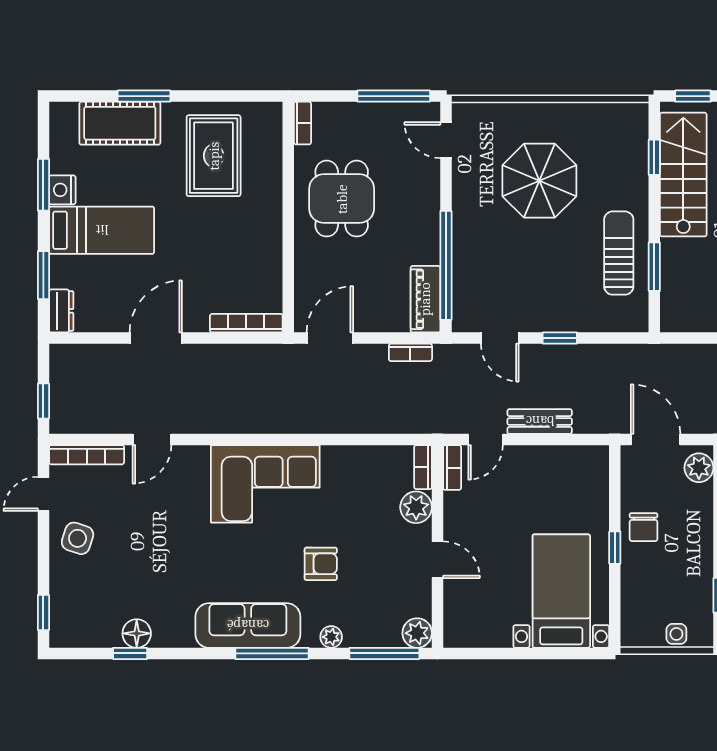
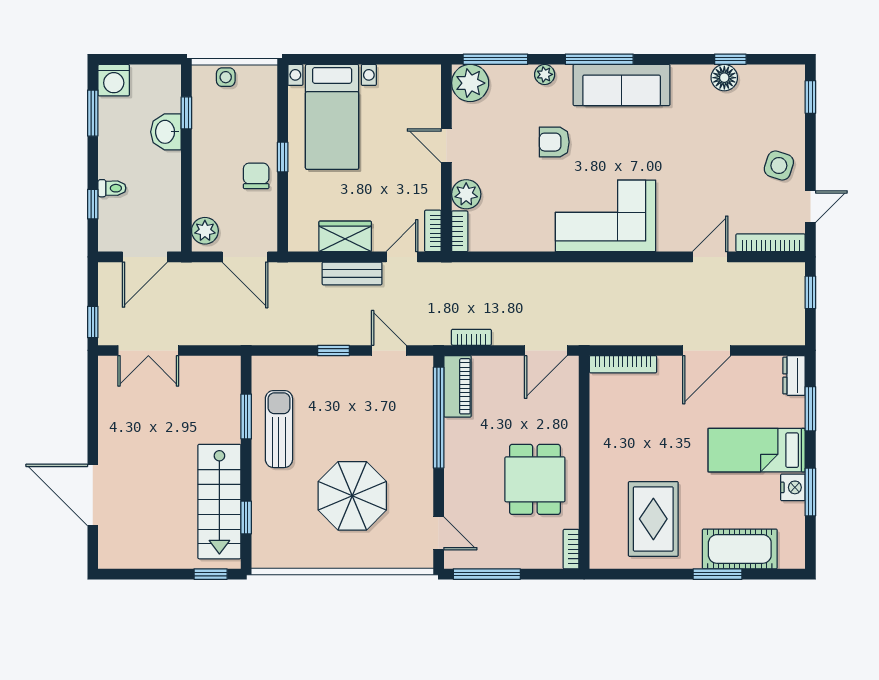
sun lounger: (619, 253) -> (279, 429), turned 180
wardrobe: (547, 462) -> (345, 236), added
plant: (417, 633) -> (470, 83), width x1.36, depth x1.36

